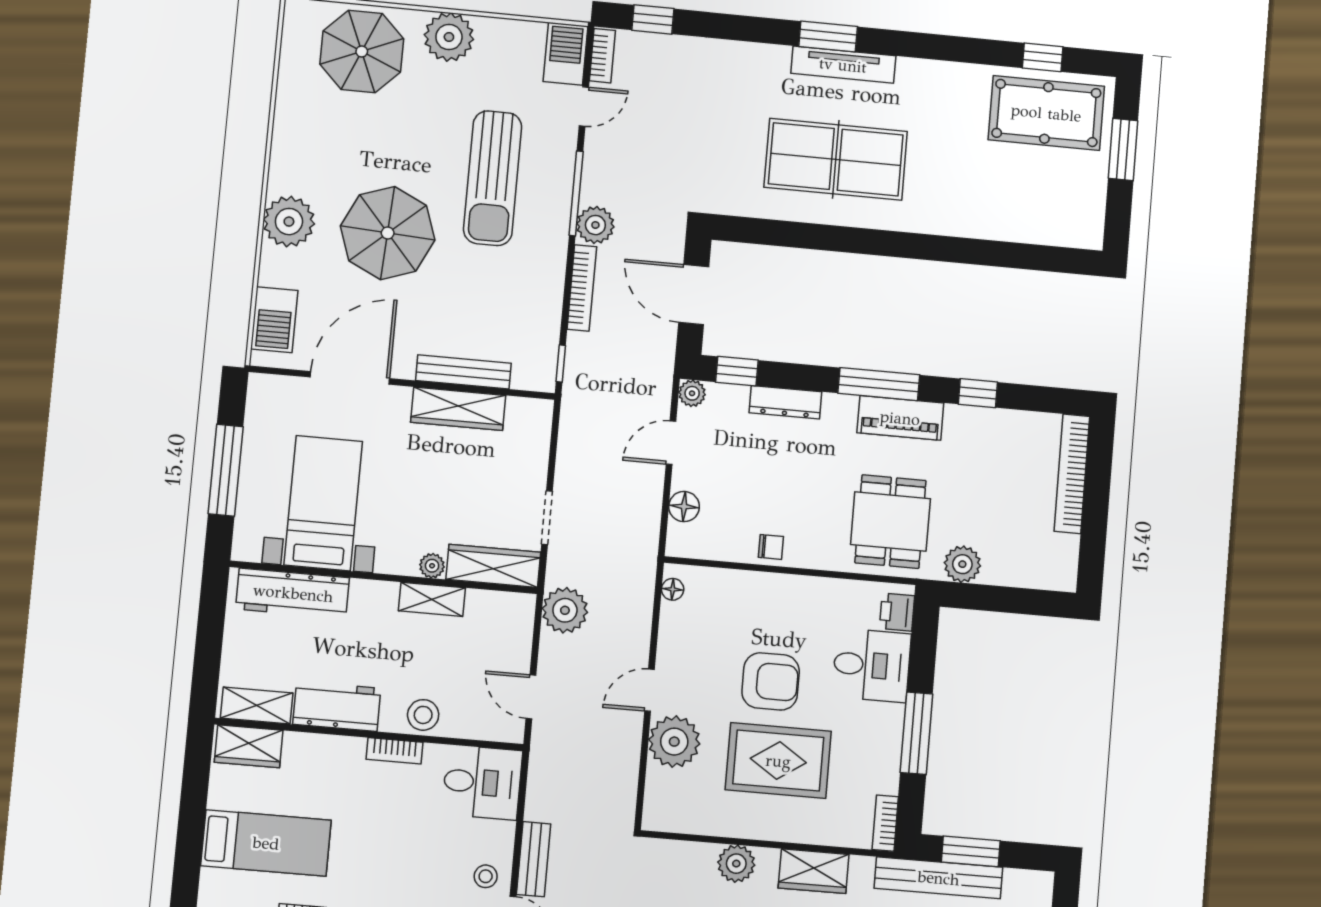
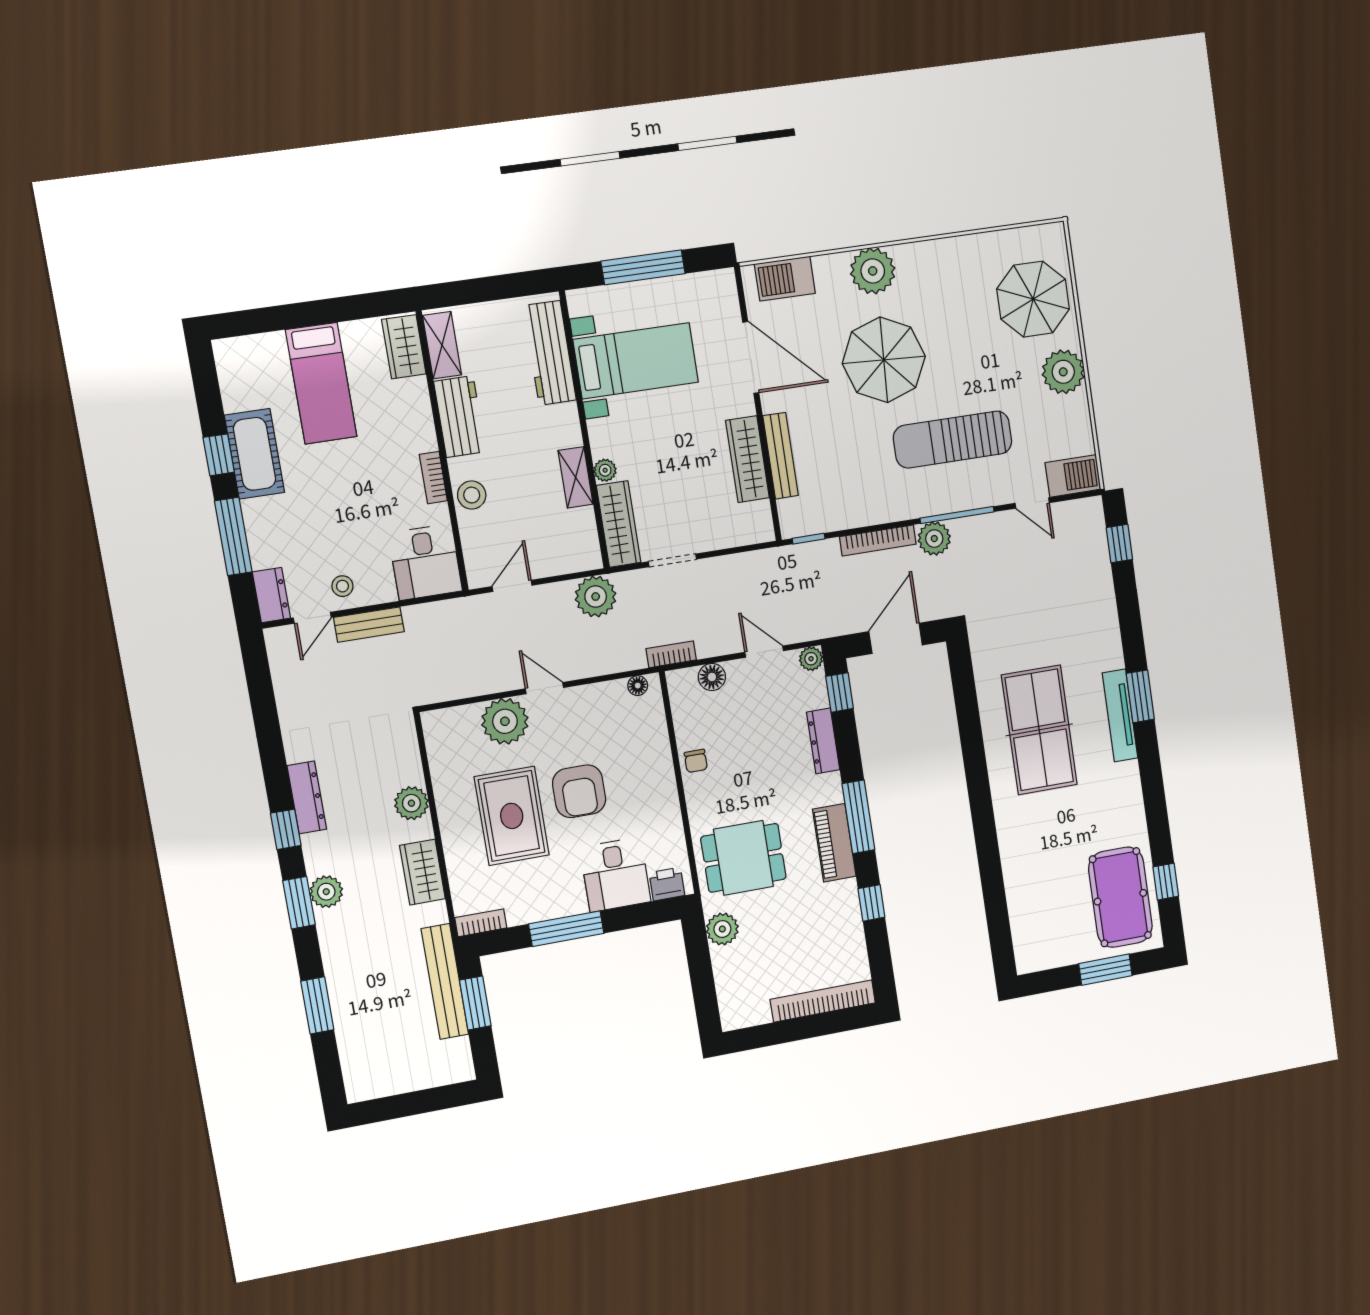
bookcase: (602, 56) -> (671, 654), moved, turned 180

